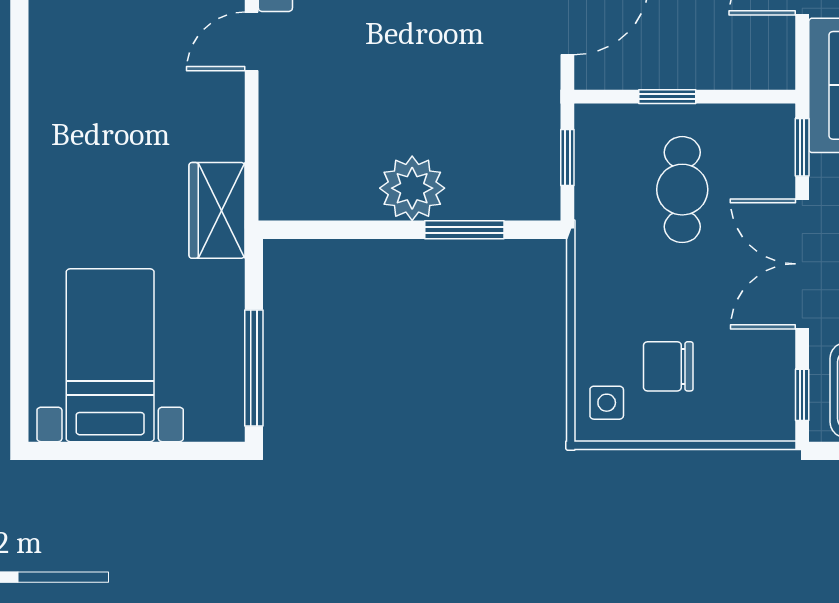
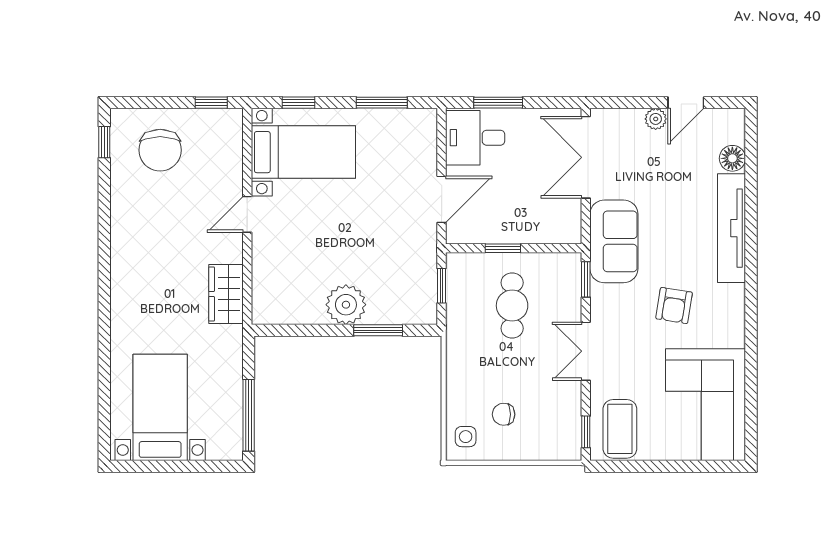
wardrobe: (217, 210) -> (226, 294), moved
double door: (802, 264) -> (586, 351), width x0.73
chair: (668, 366) -> (504, 414), width x0.73, depth x0.73

